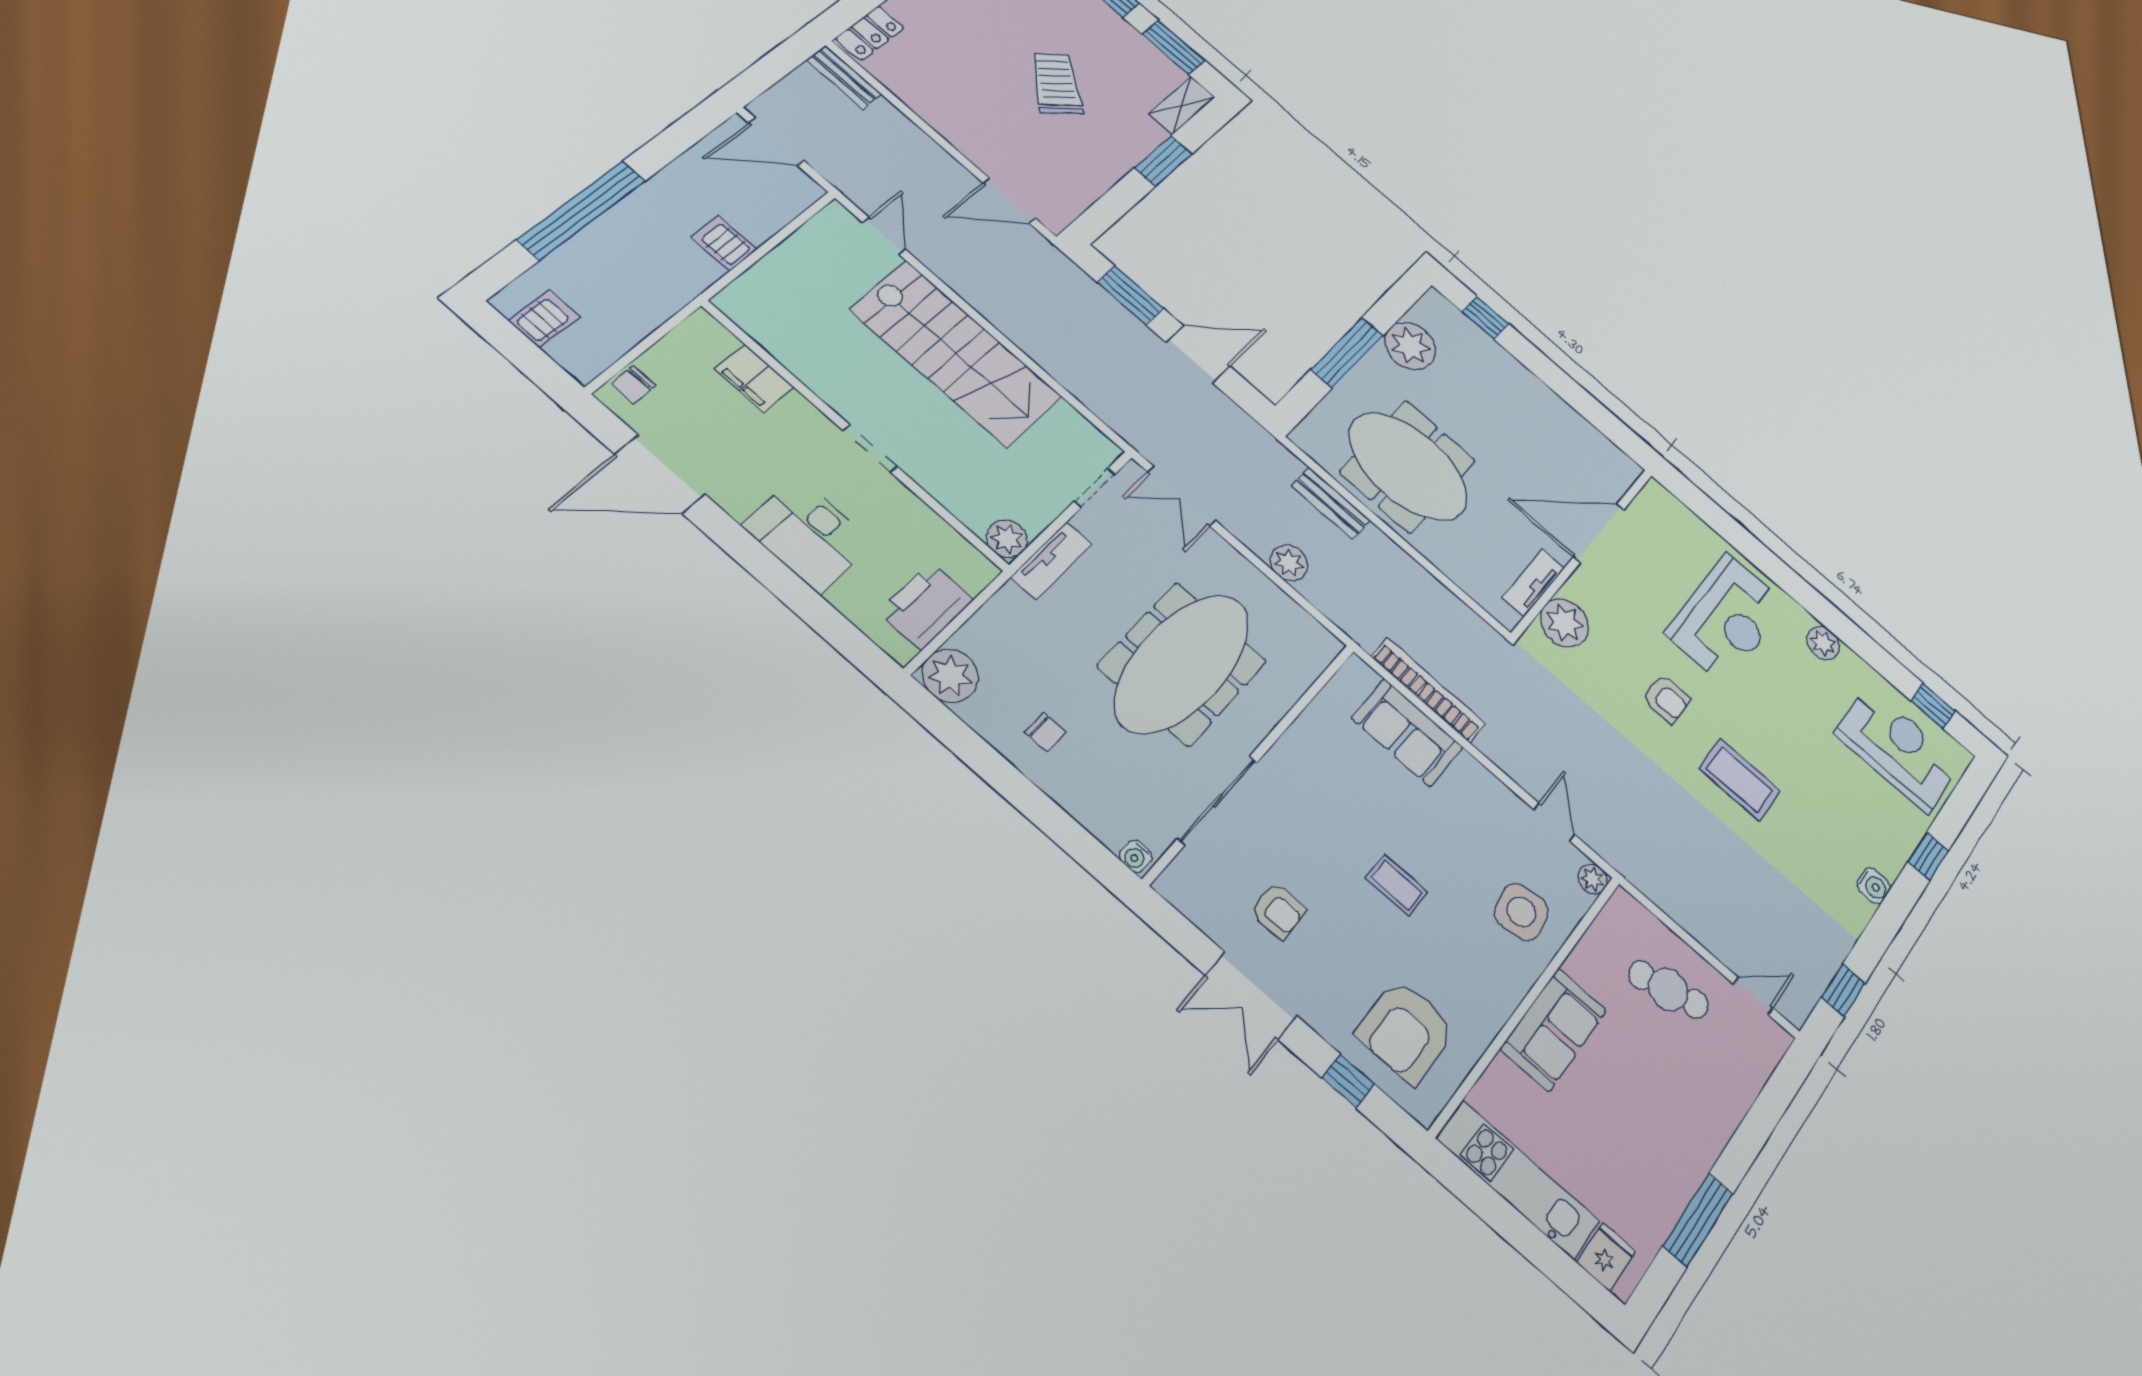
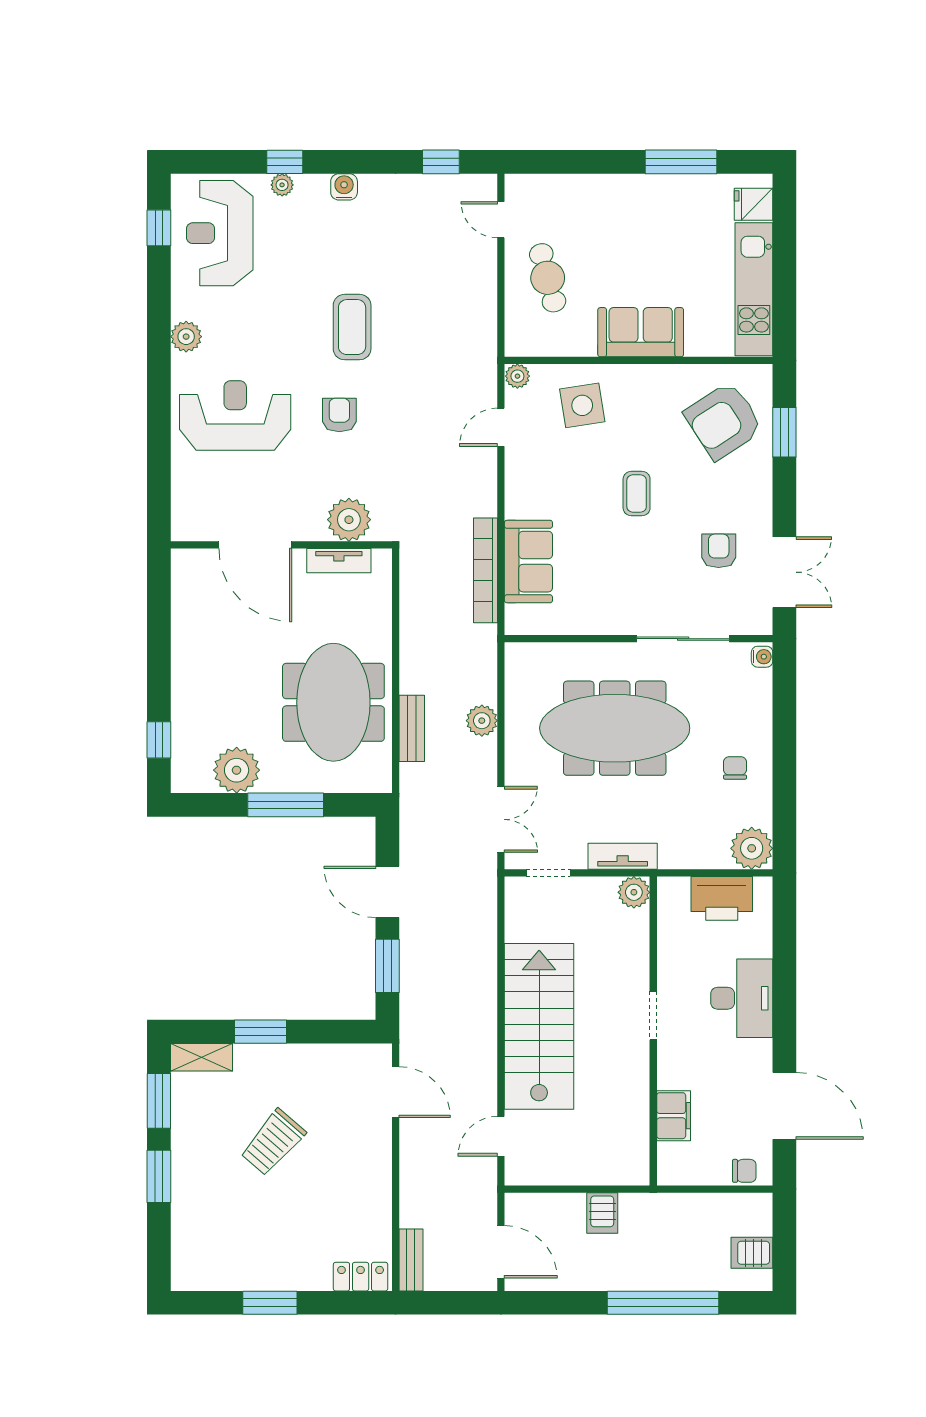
plant: (1909, 836) -> (282, 185), added
double door: (1251, 996) -> (784, 572), moved
armchair: (1406, 1031) -> (724, 421), turned 147
window: (1348, 1081) -> (784, 432), width x1.50

